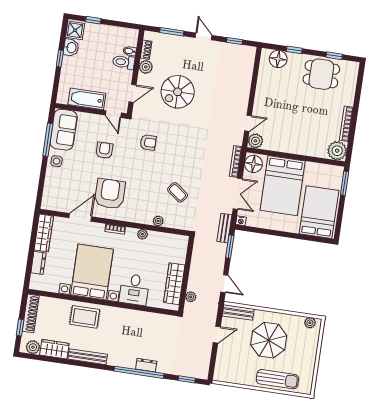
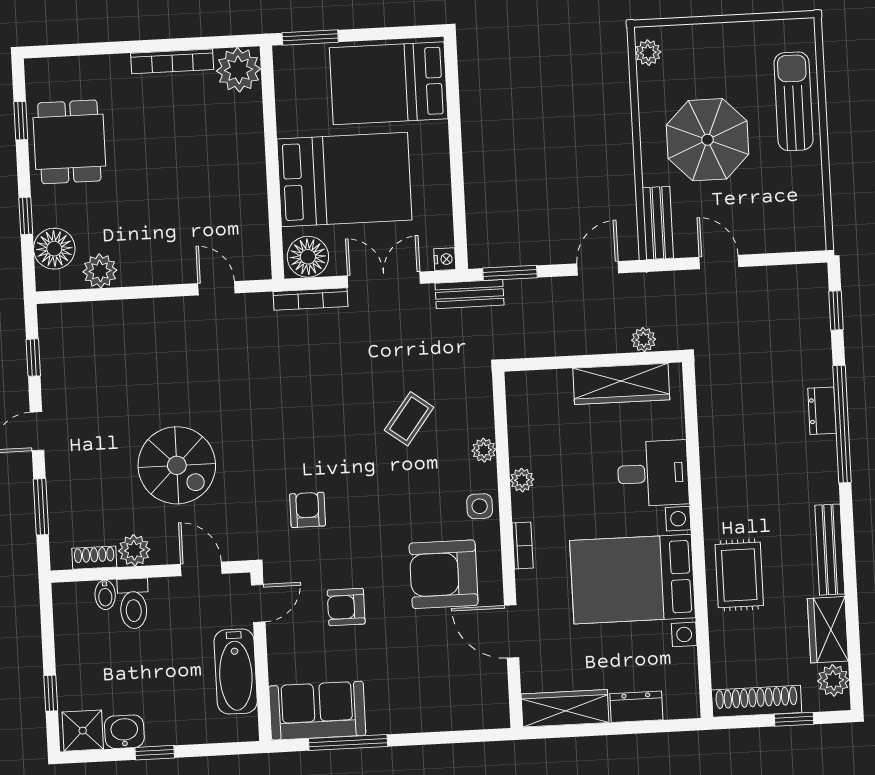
plant: (255, 141) -> (100, 271), moved
side table: (56, 161) -> (480, 506), moved

